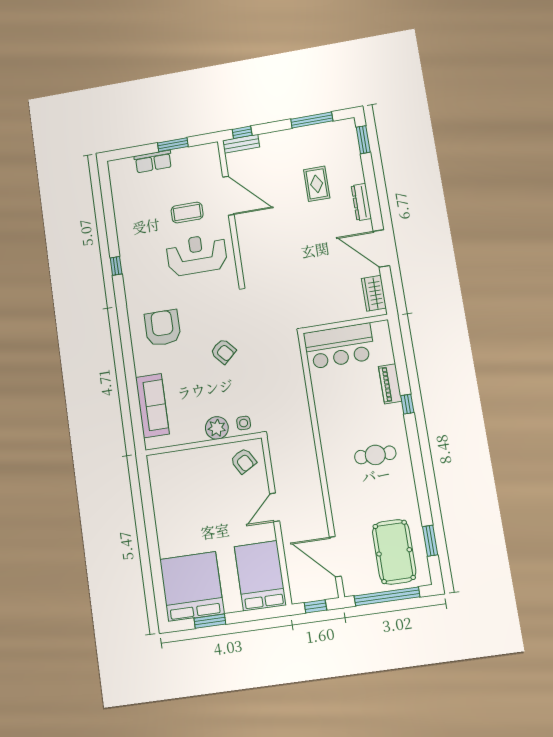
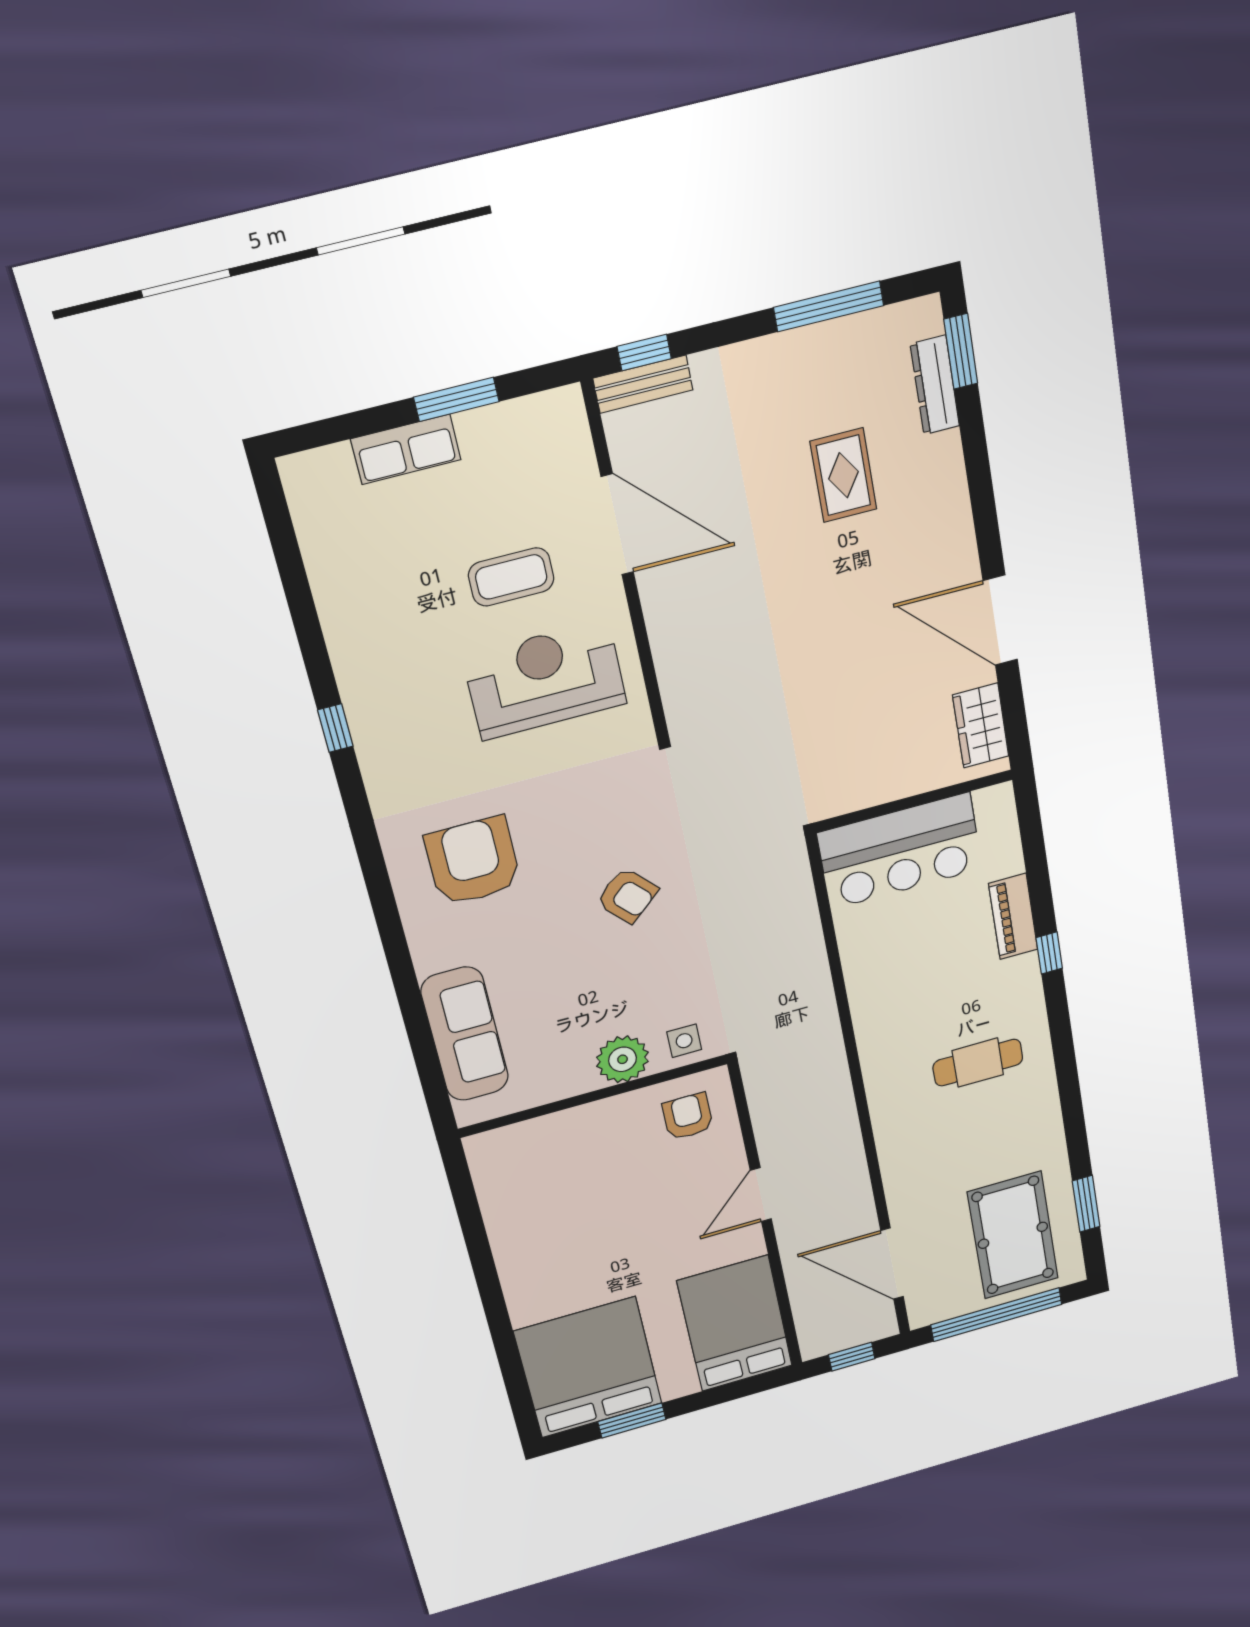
dresser: (361, 202) -> (935, 385), moved
armchair: (243, 461) -> (688, 1116), turned -150

